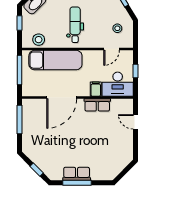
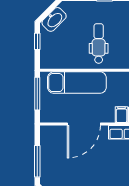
stool: (39, 40) -> (58, 60), removed
window: (19, 120) -> (37, 161), moved

